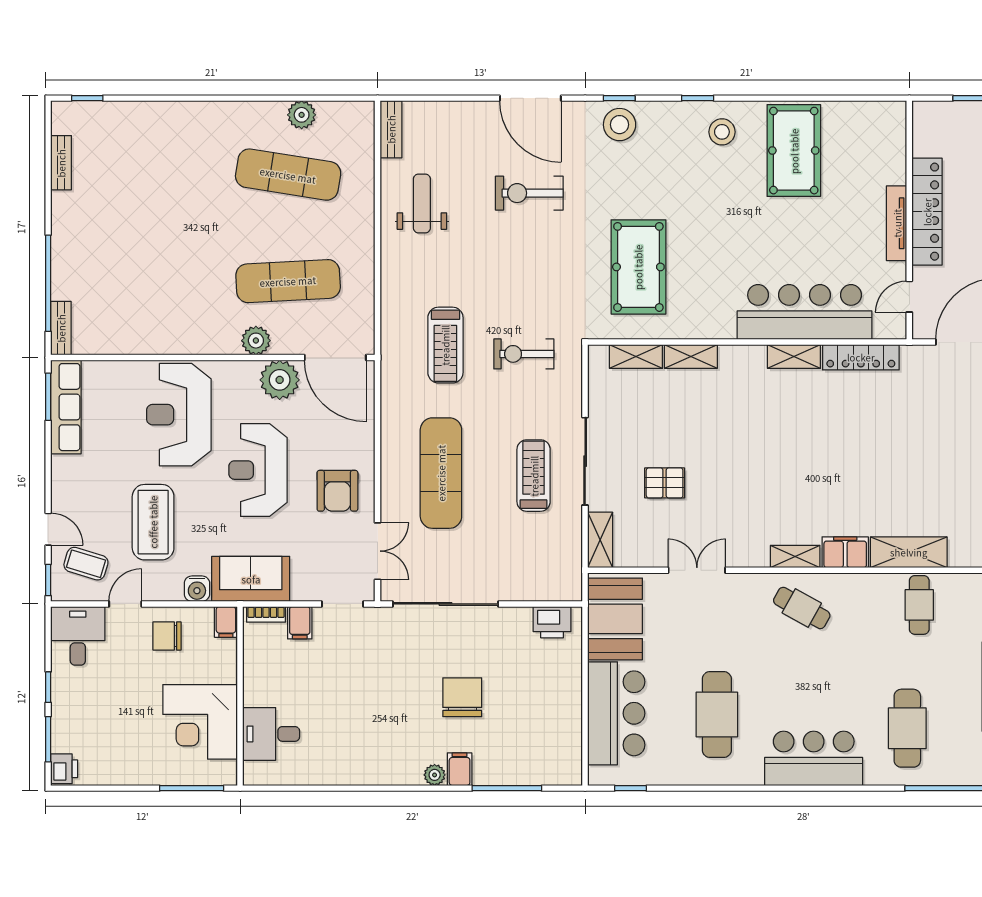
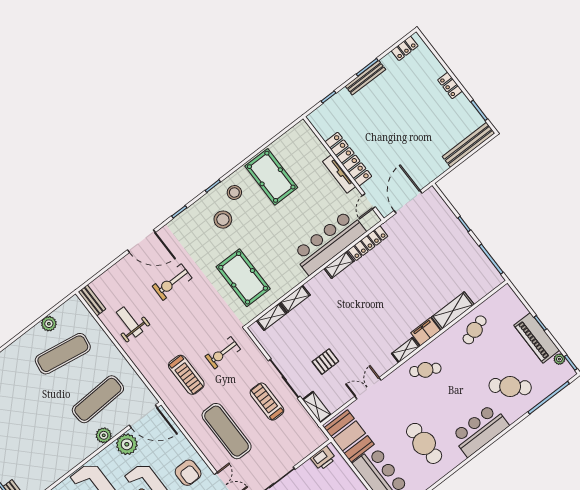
stool: (620, 125) -> (223, 220), moved
cafe table: (919, 605) -> (475, 330), turned 72
cafe table: (907, 728) -> (510, 387), turned -48

